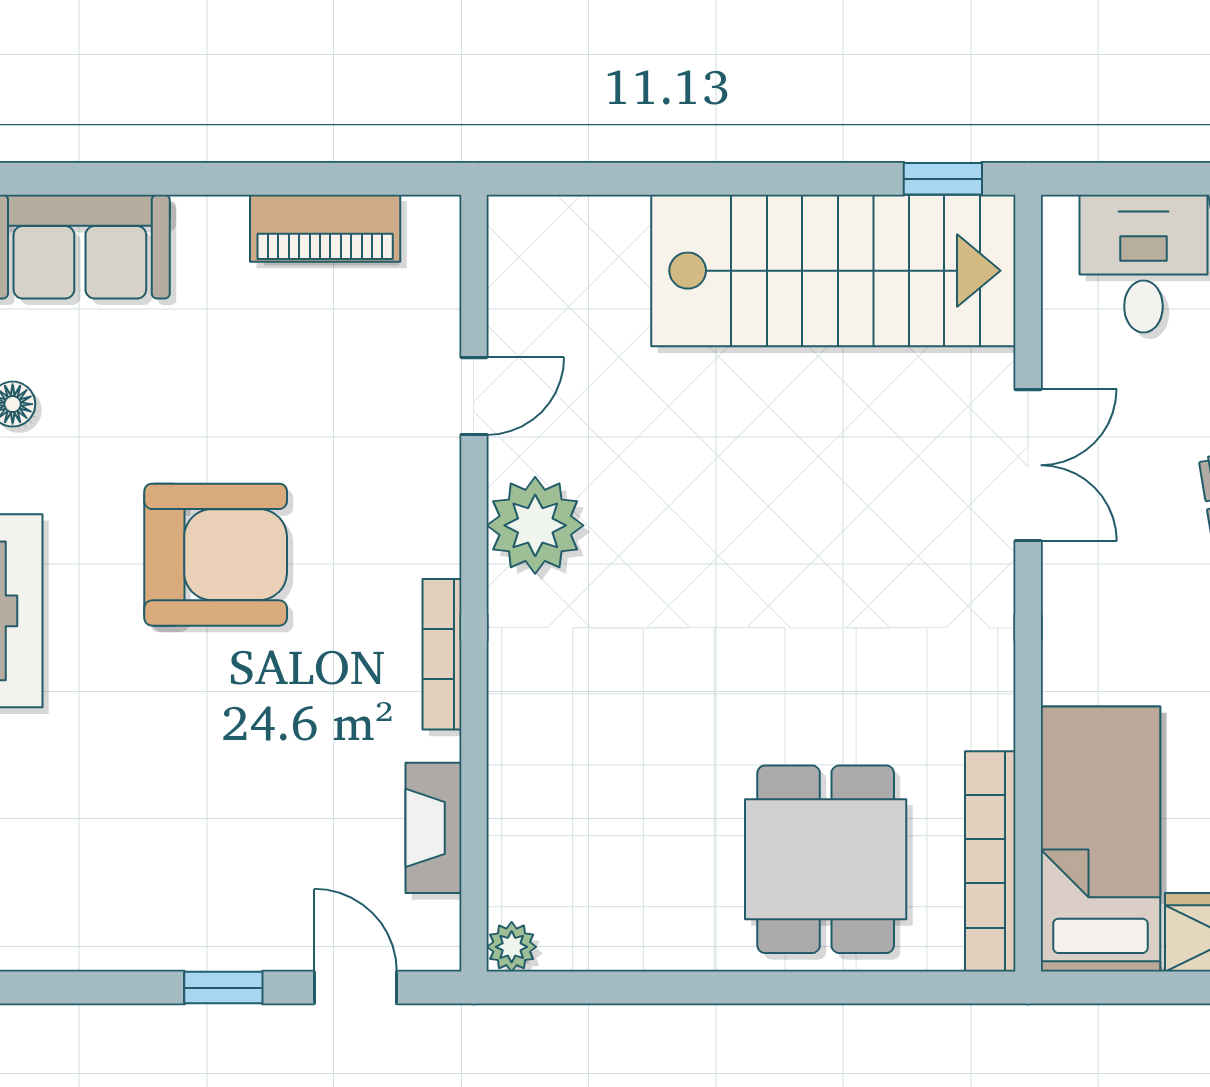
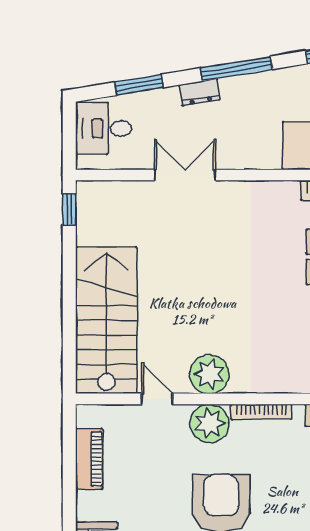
stairs: (833, 271) -> (106, 320), moved
plant: (413, 526) -> (209, 423), added

